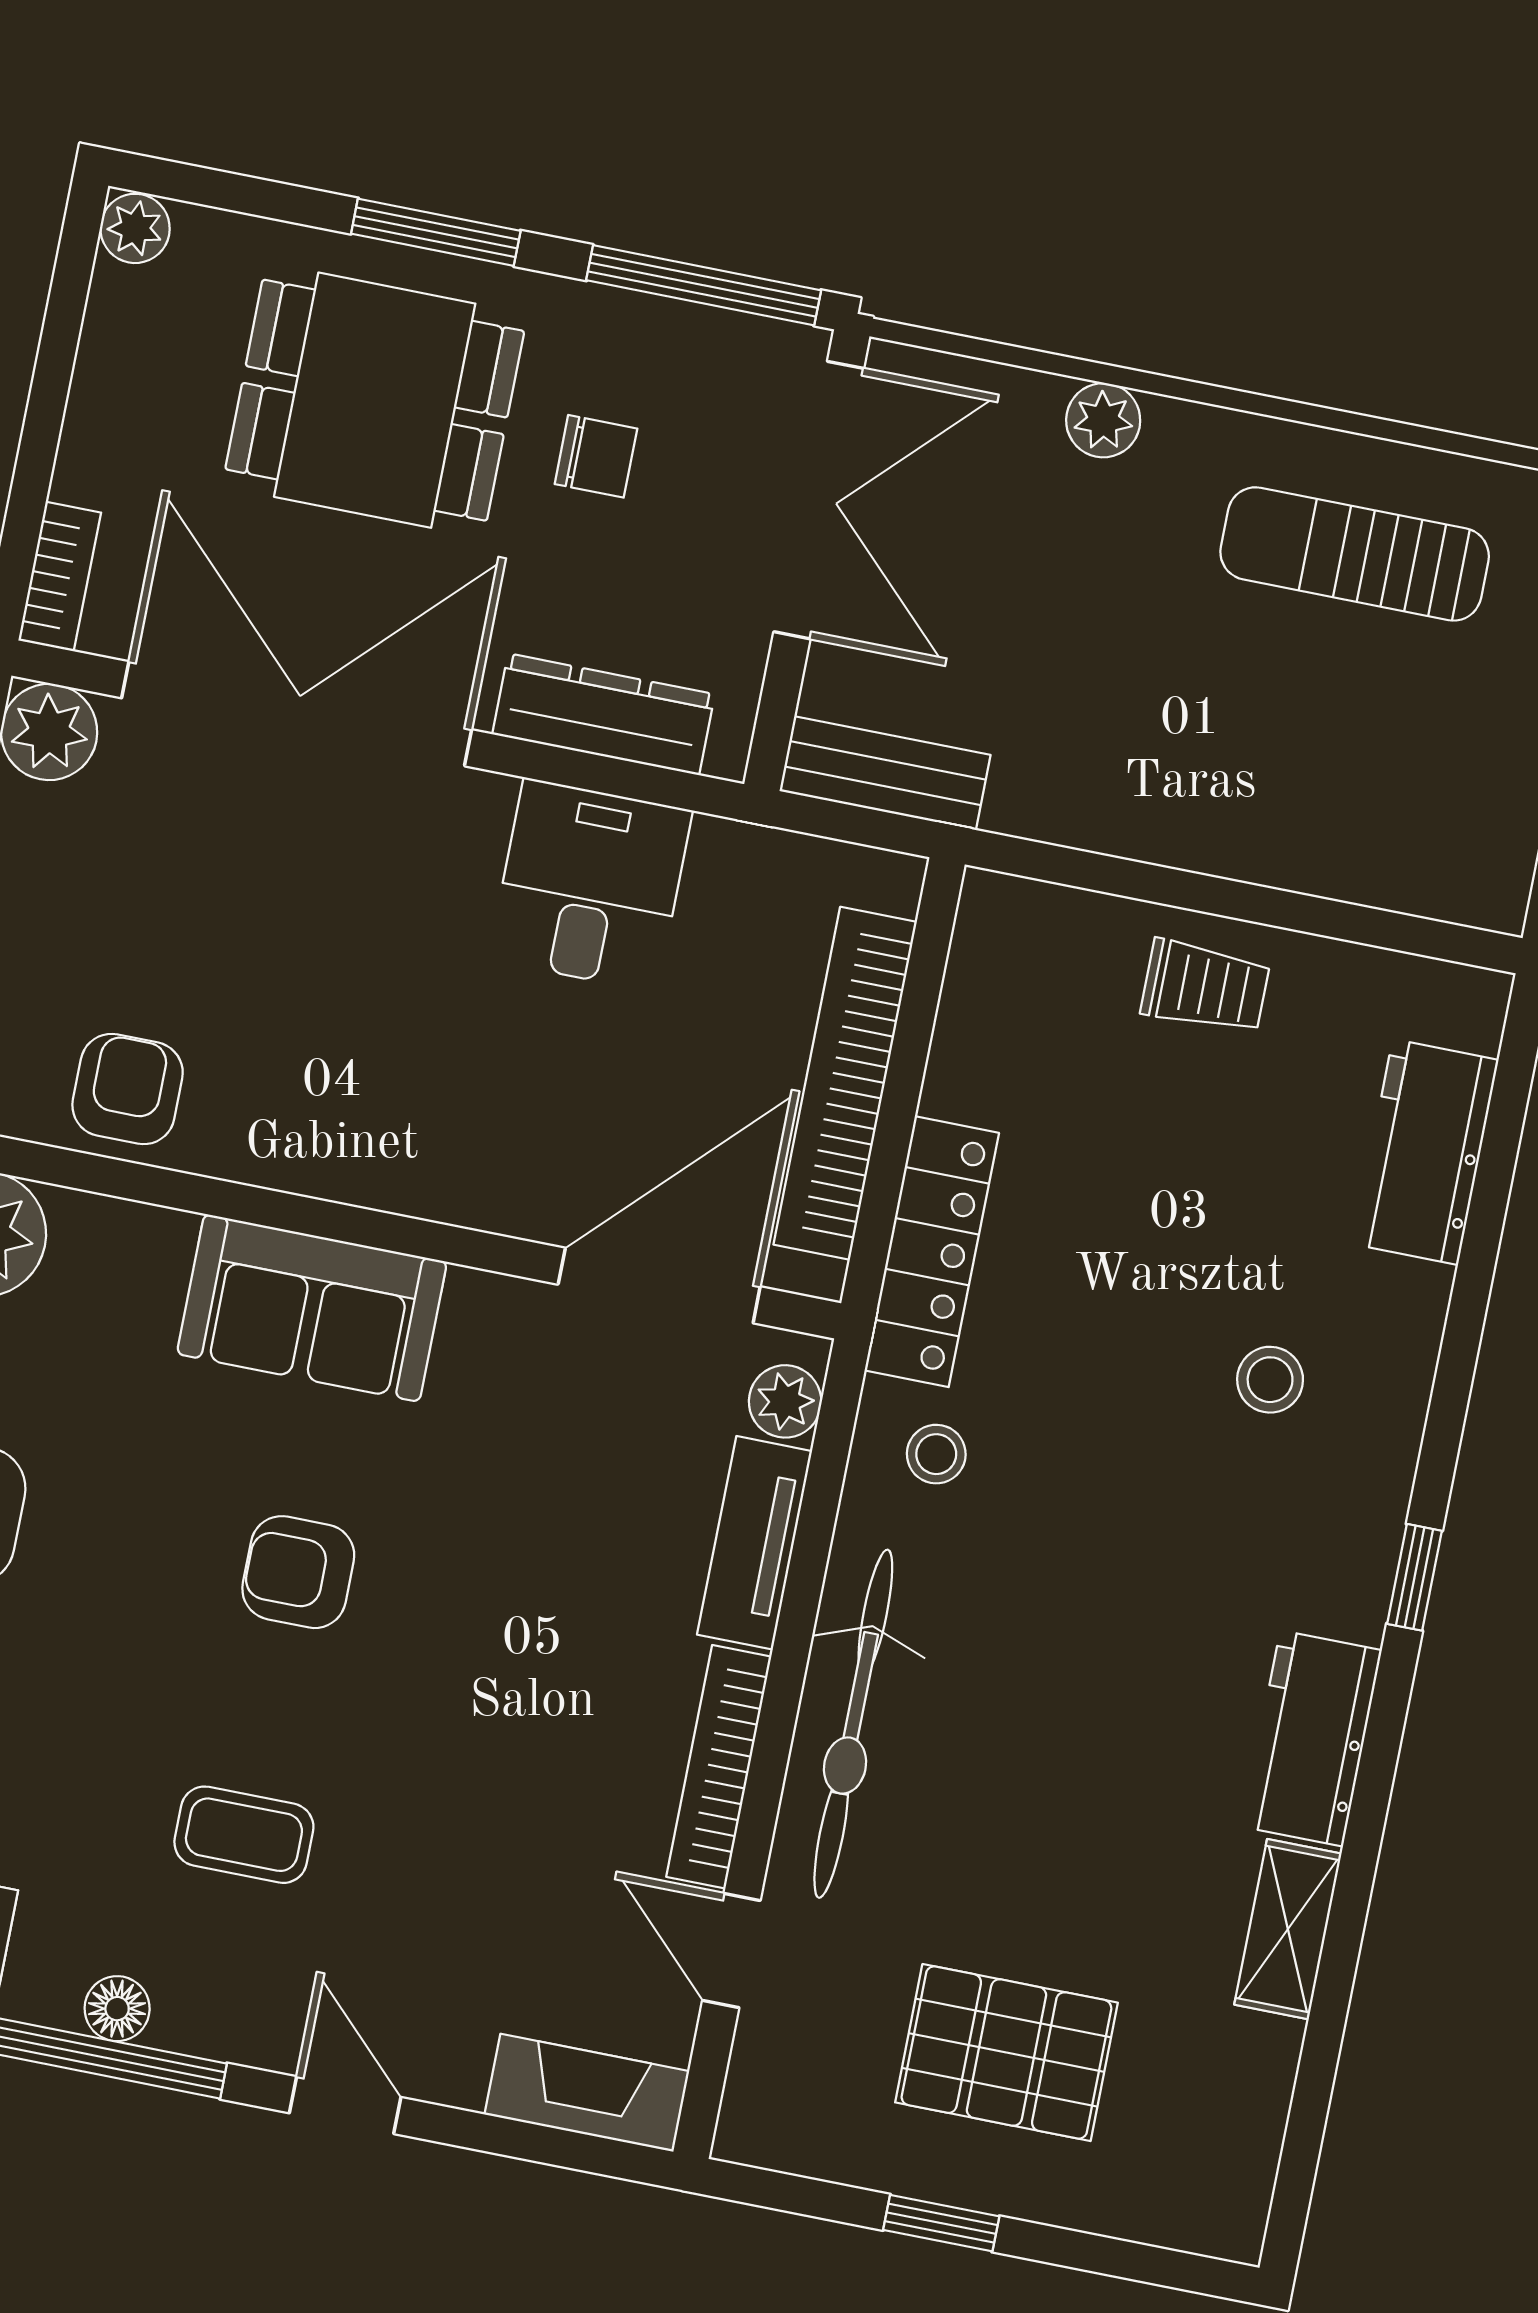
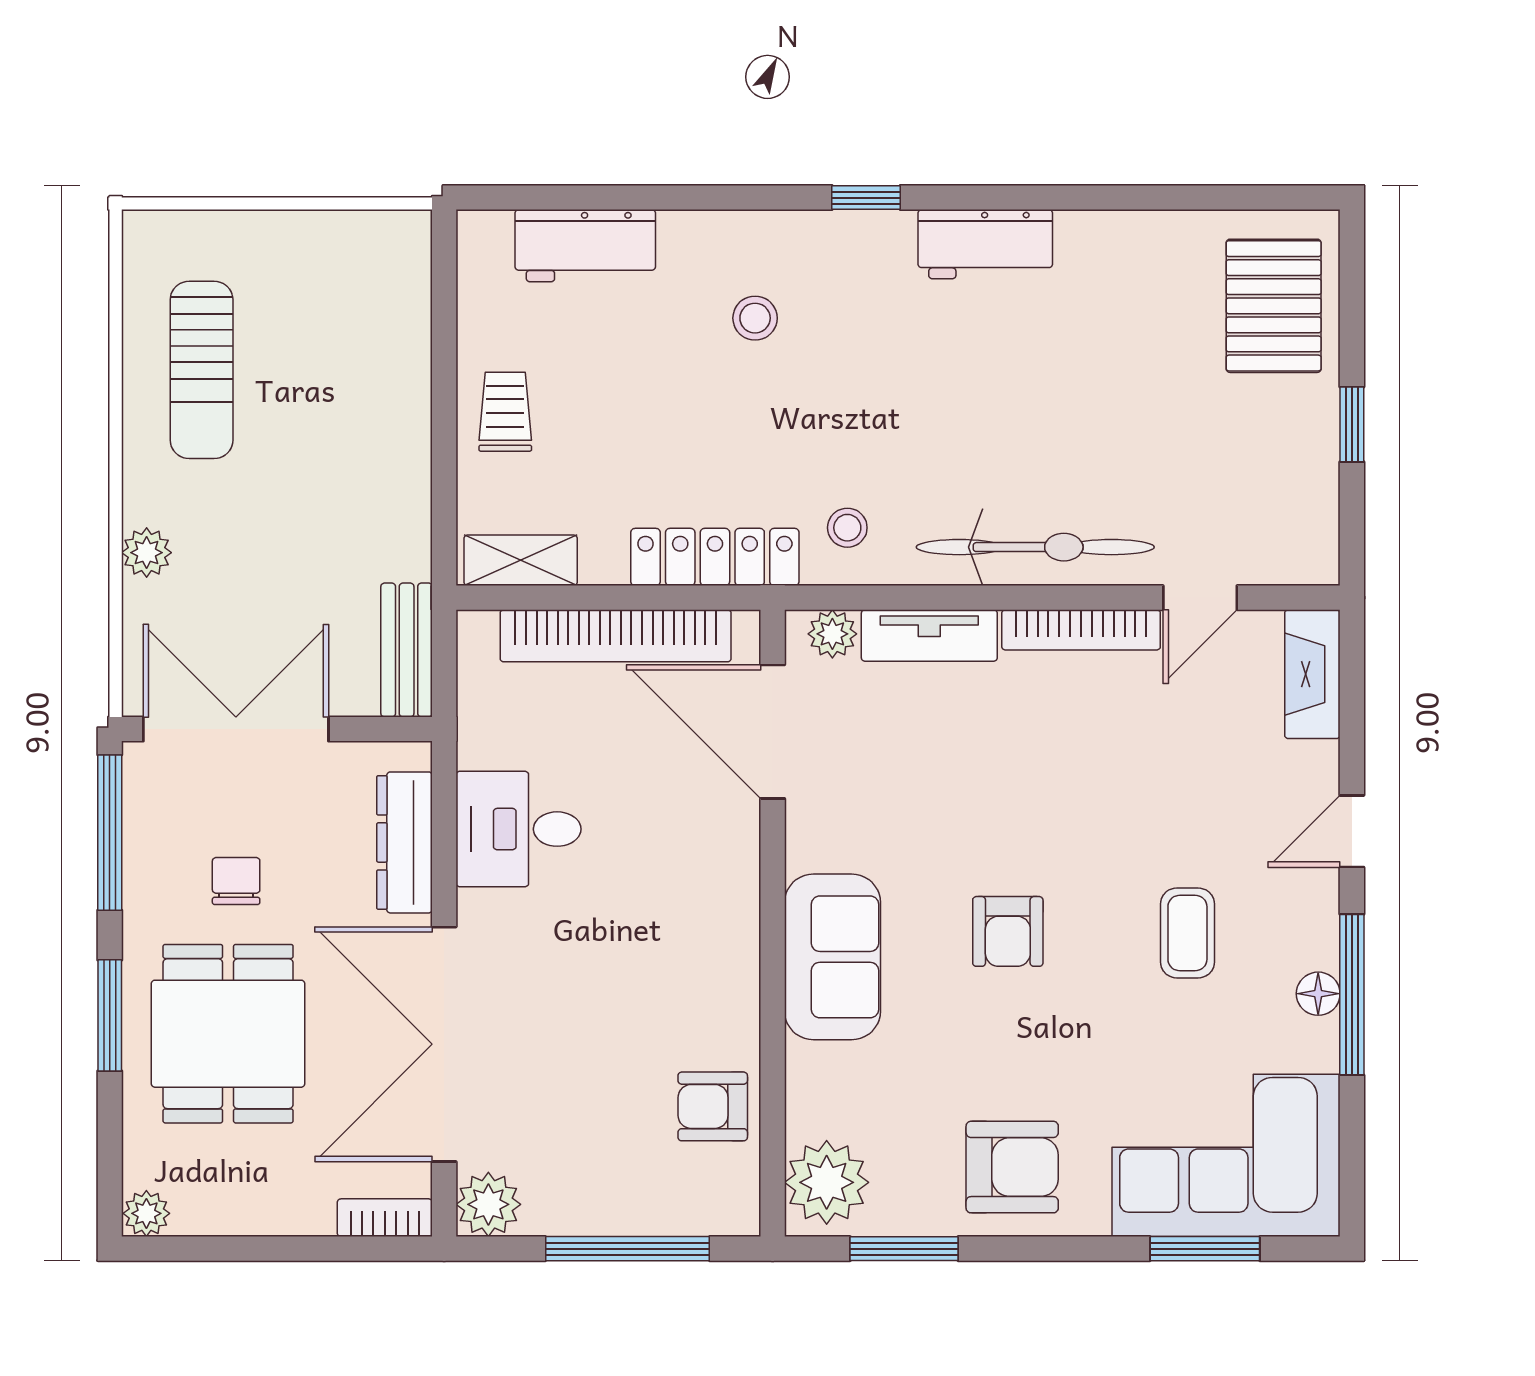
shelving: (1288, 1929) -> (521, 560), moved
pallet: (1006, 2053) -> (1274, 306), moved

